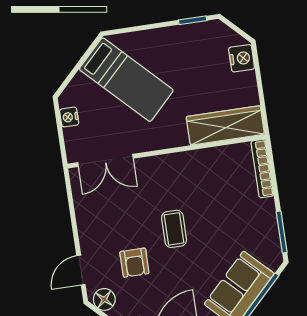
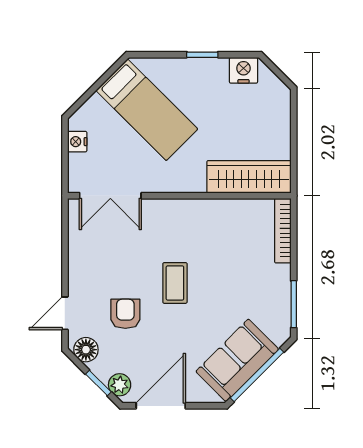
window: (193, 20) -> (202, 55), moved
nightstand: (242, 58) -> (243, 70), moved, turned -90
armchair: (134, 263) -> (125, 314), turned 180

